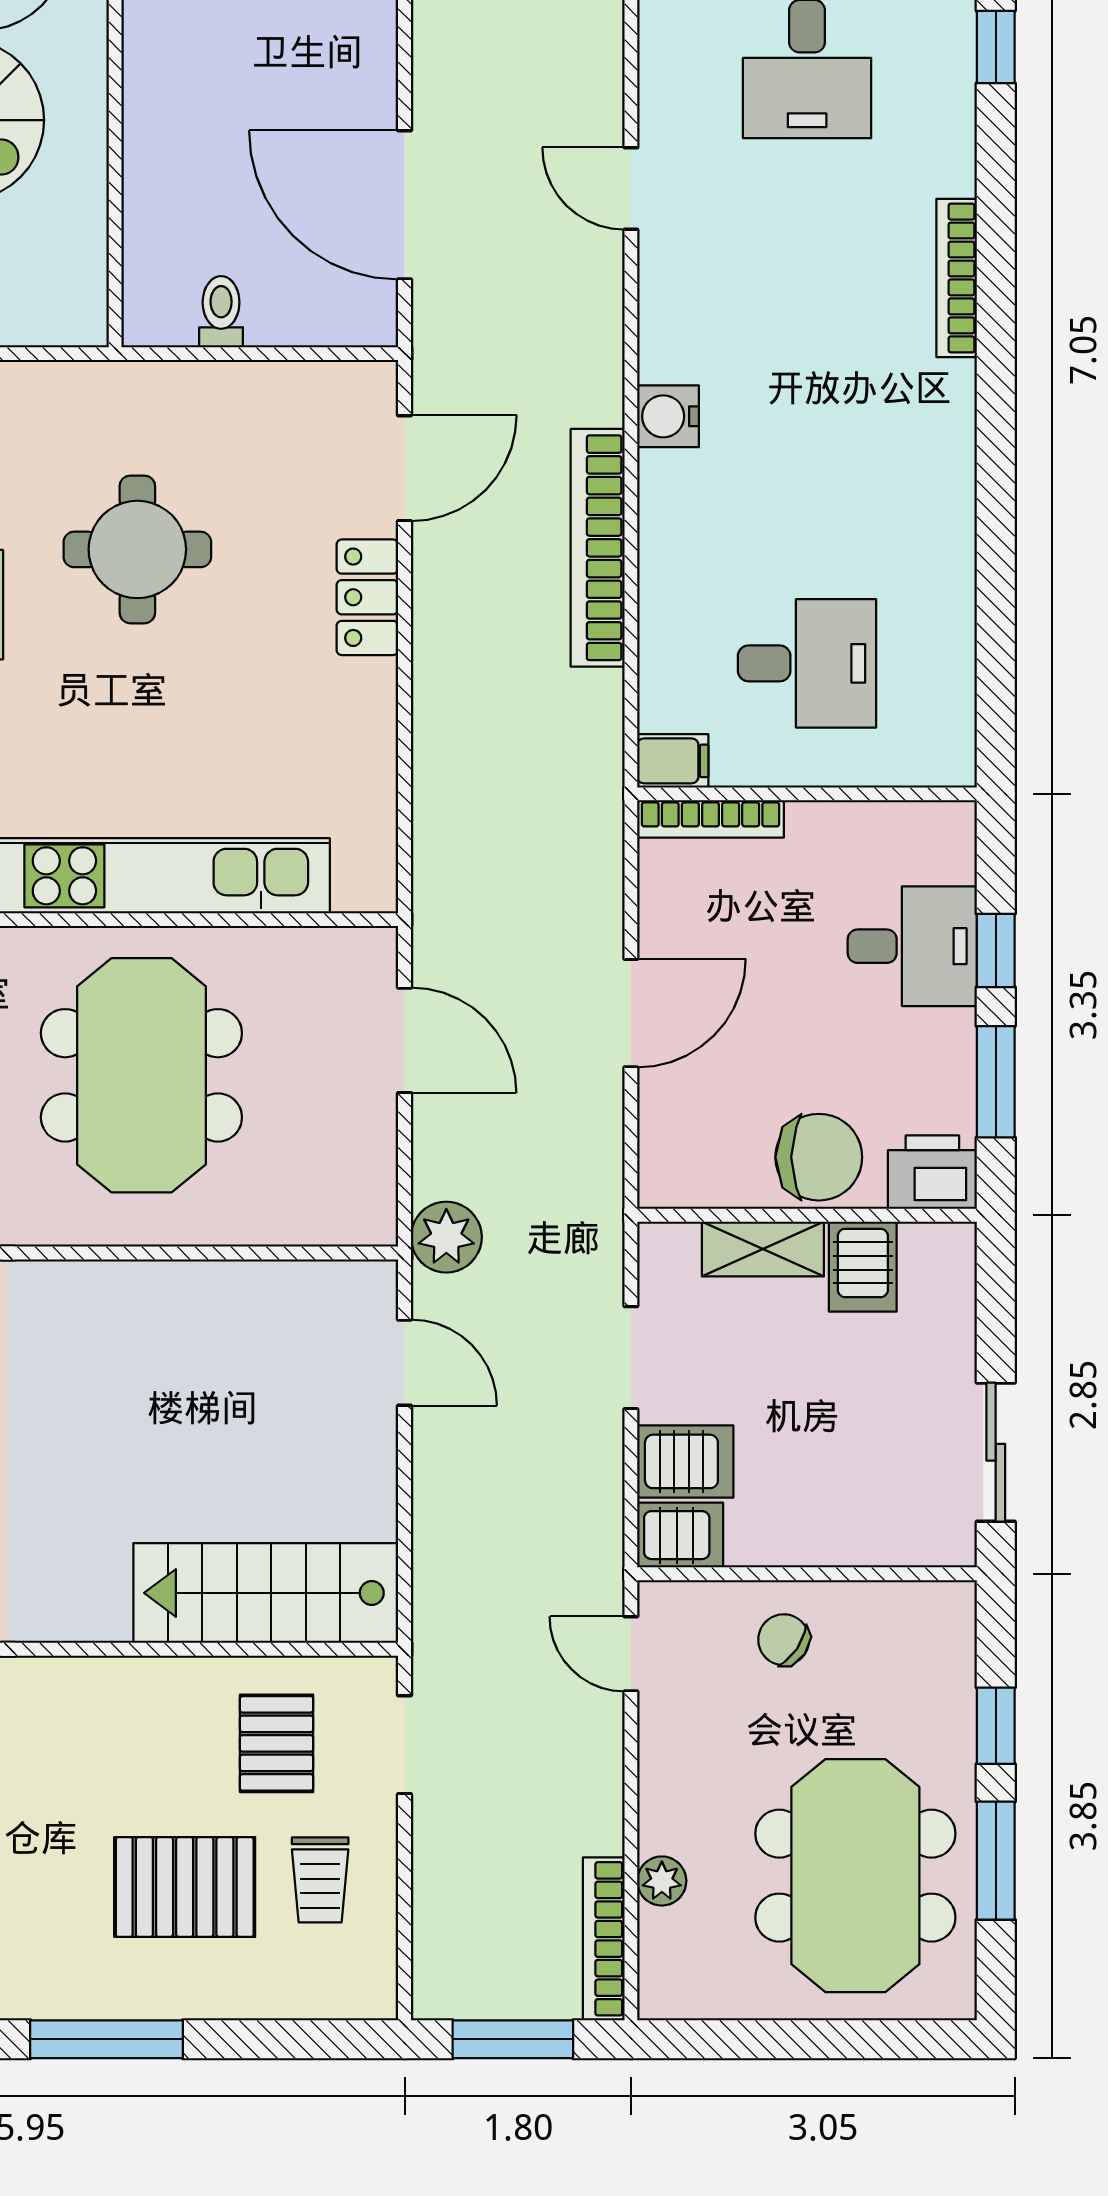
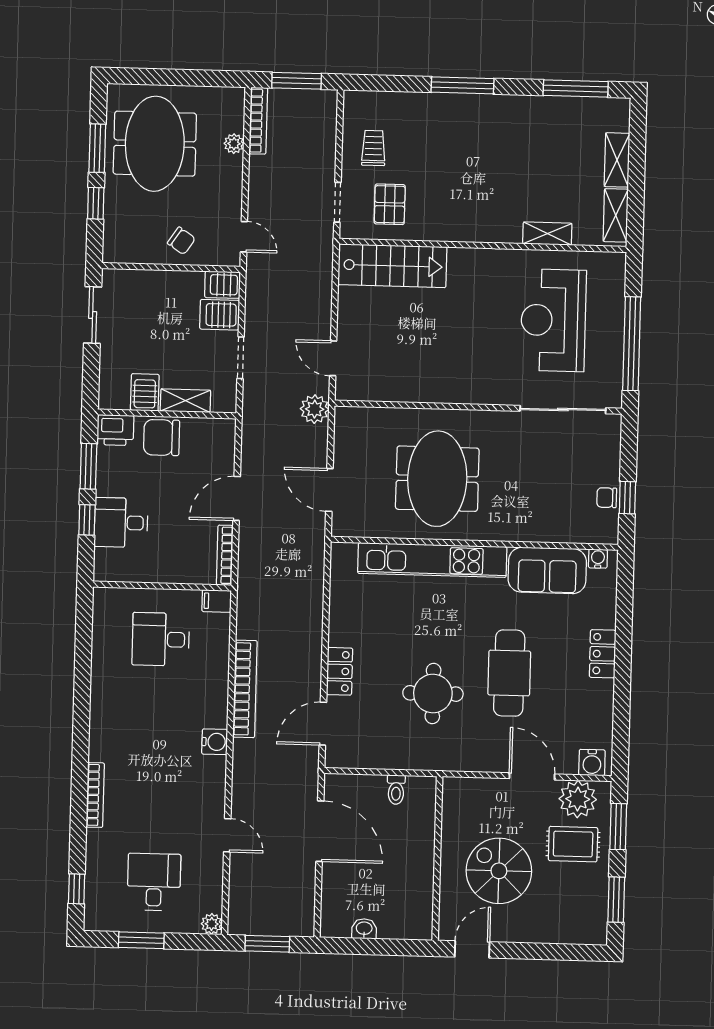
bookcase: (710, 819) -> (225, 555), moved, turned -90
pallet: (185, 1887) -> (429, 147), removed

